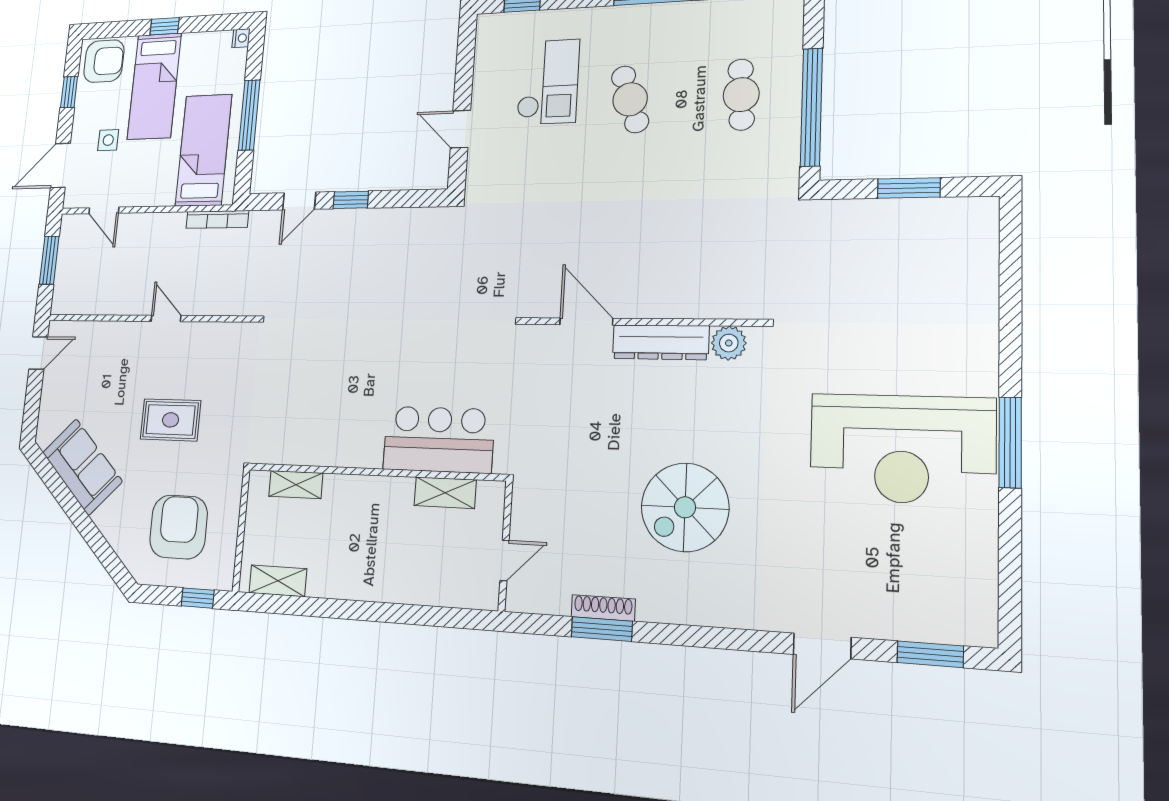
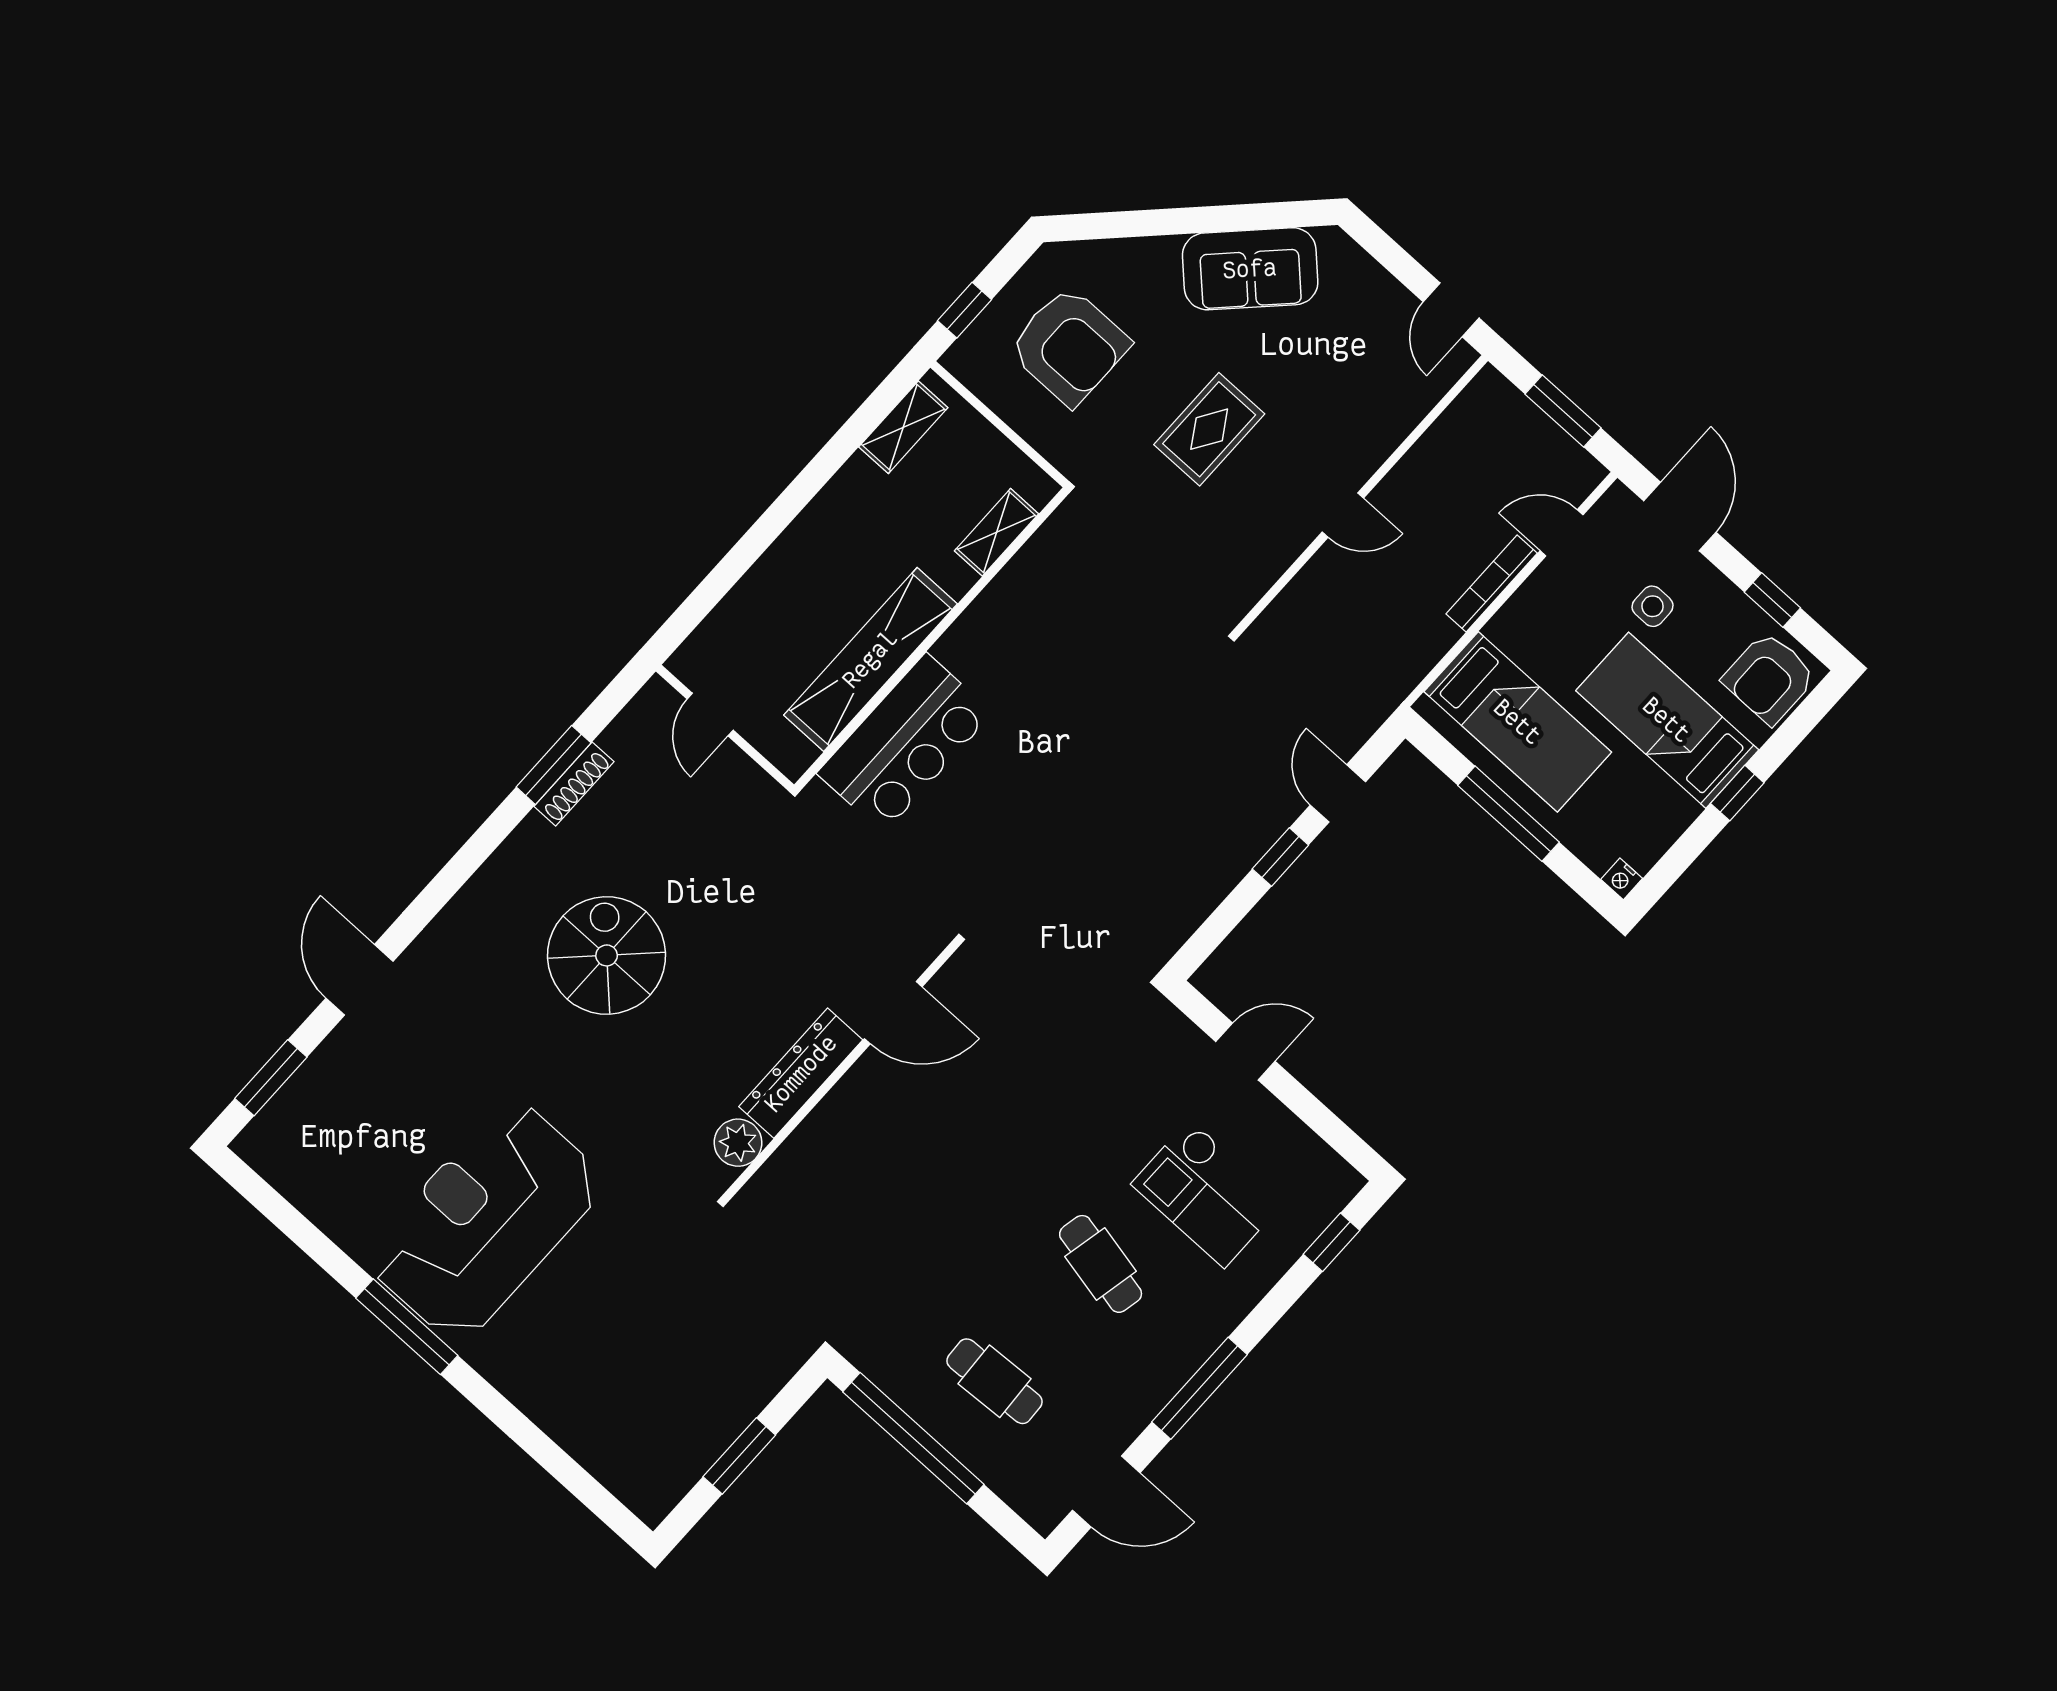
cafe table: (630, 99) -> (1101, 1264), turned 30
bookcase: (217, 219) -> (1492, 583), moved
shelving: (445, 493) -> (870, 659), width x2.20, depth x1.33

